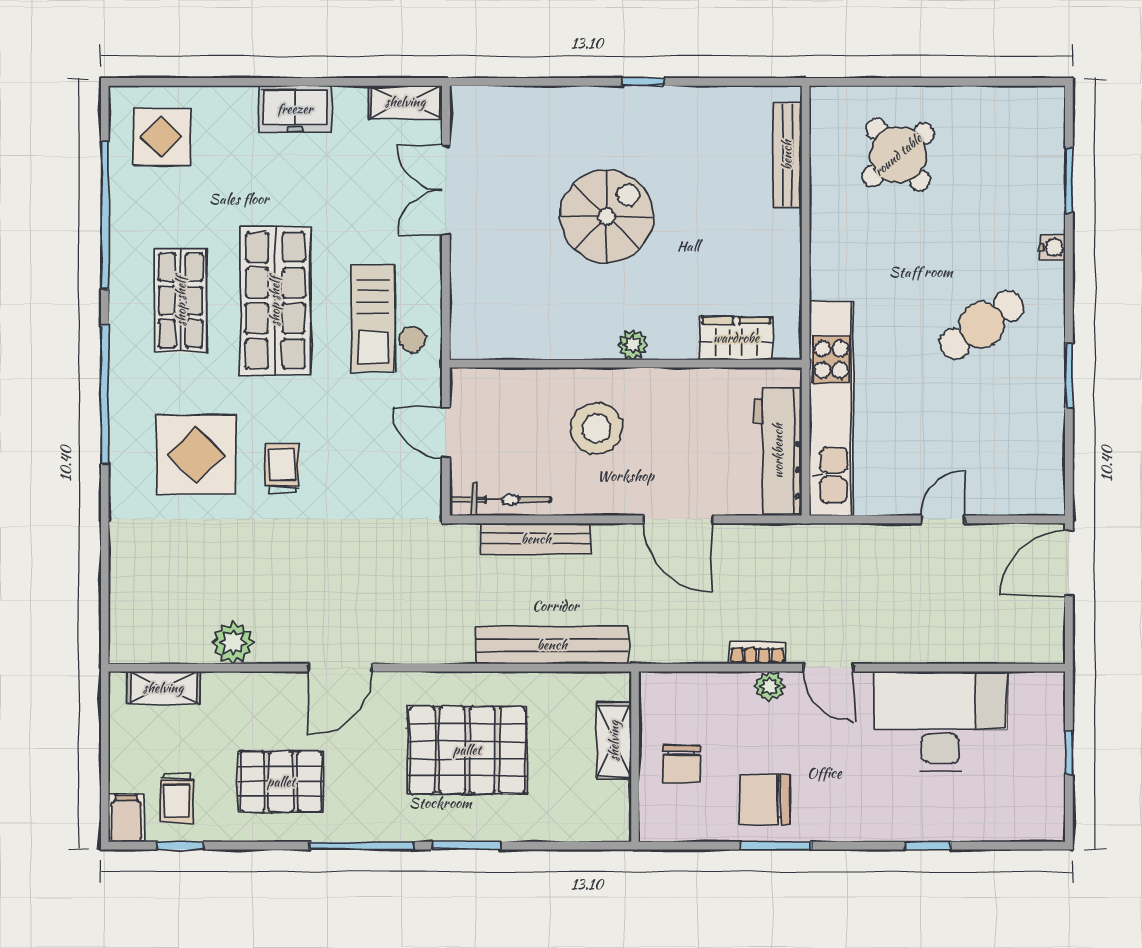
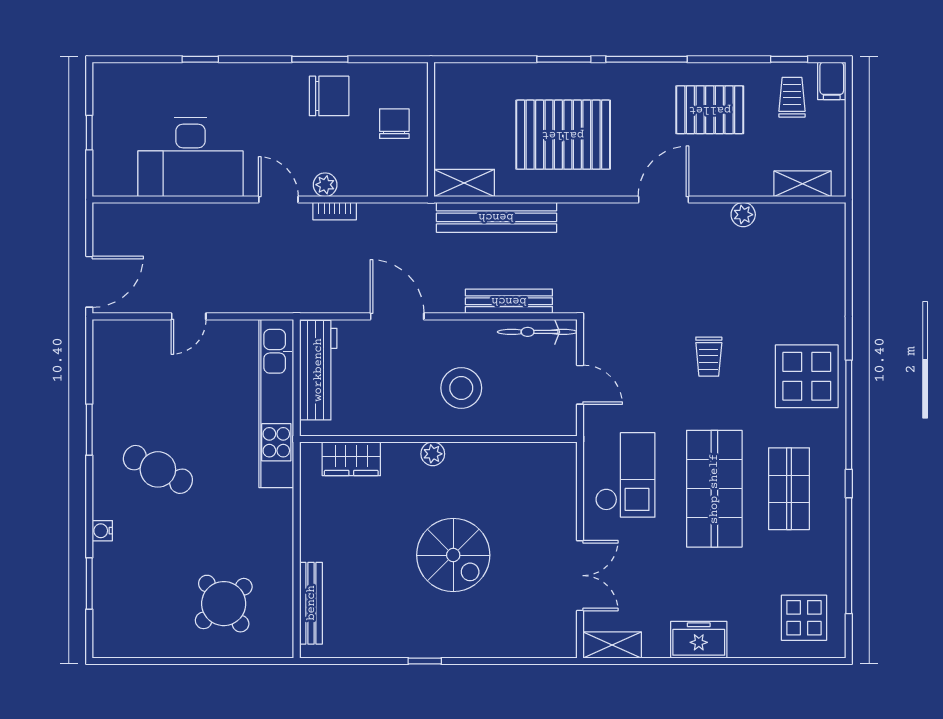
spiral stairs: (607, 216) -> (453, 555), turned -90
cafe table: (982, 325) -> (158, 469), turned 62
display table: (196, 455) -> (807, 376), moved
plant: (233, 643) -> (743, 215), width x0.73, depth x0.73
shelving: (614, 741) -> (464, 183), moved, turned 90

